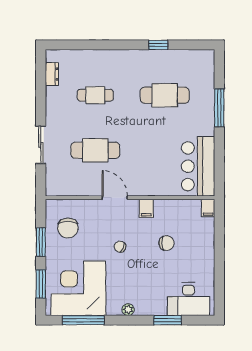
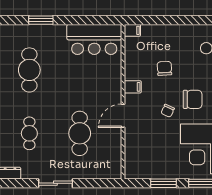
window: (219, 108) -> (41, 20), width x0.69
sliding door: (41, 145) -> (55, 183), moved
chair: (68, 228) -> (193, 99), moved

